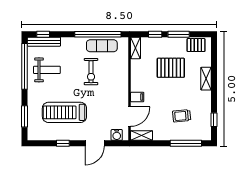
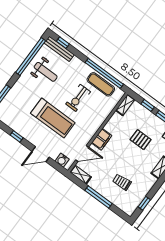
pallet: (171, 68) -> (141, 140), width x0.67, depth x0.71
filing cabinet: (137, 97) -> (102, 139), width x2.00
treadmill: (64, 112) -> (53, 118), moved, turned 180
window: (186, 143) -> (99, 197), moved

